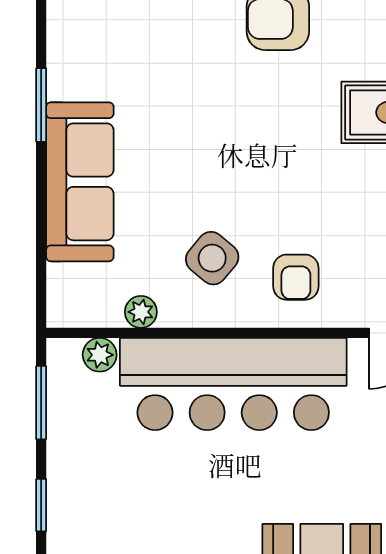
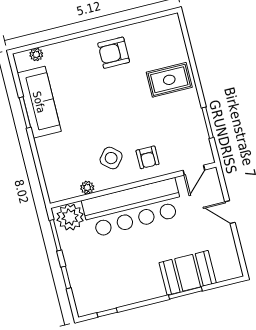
sofa: (80, 182) -> (39, 102), moved
plant: (100, 355) -> (70, 217), width x1.88, depth x1.88

